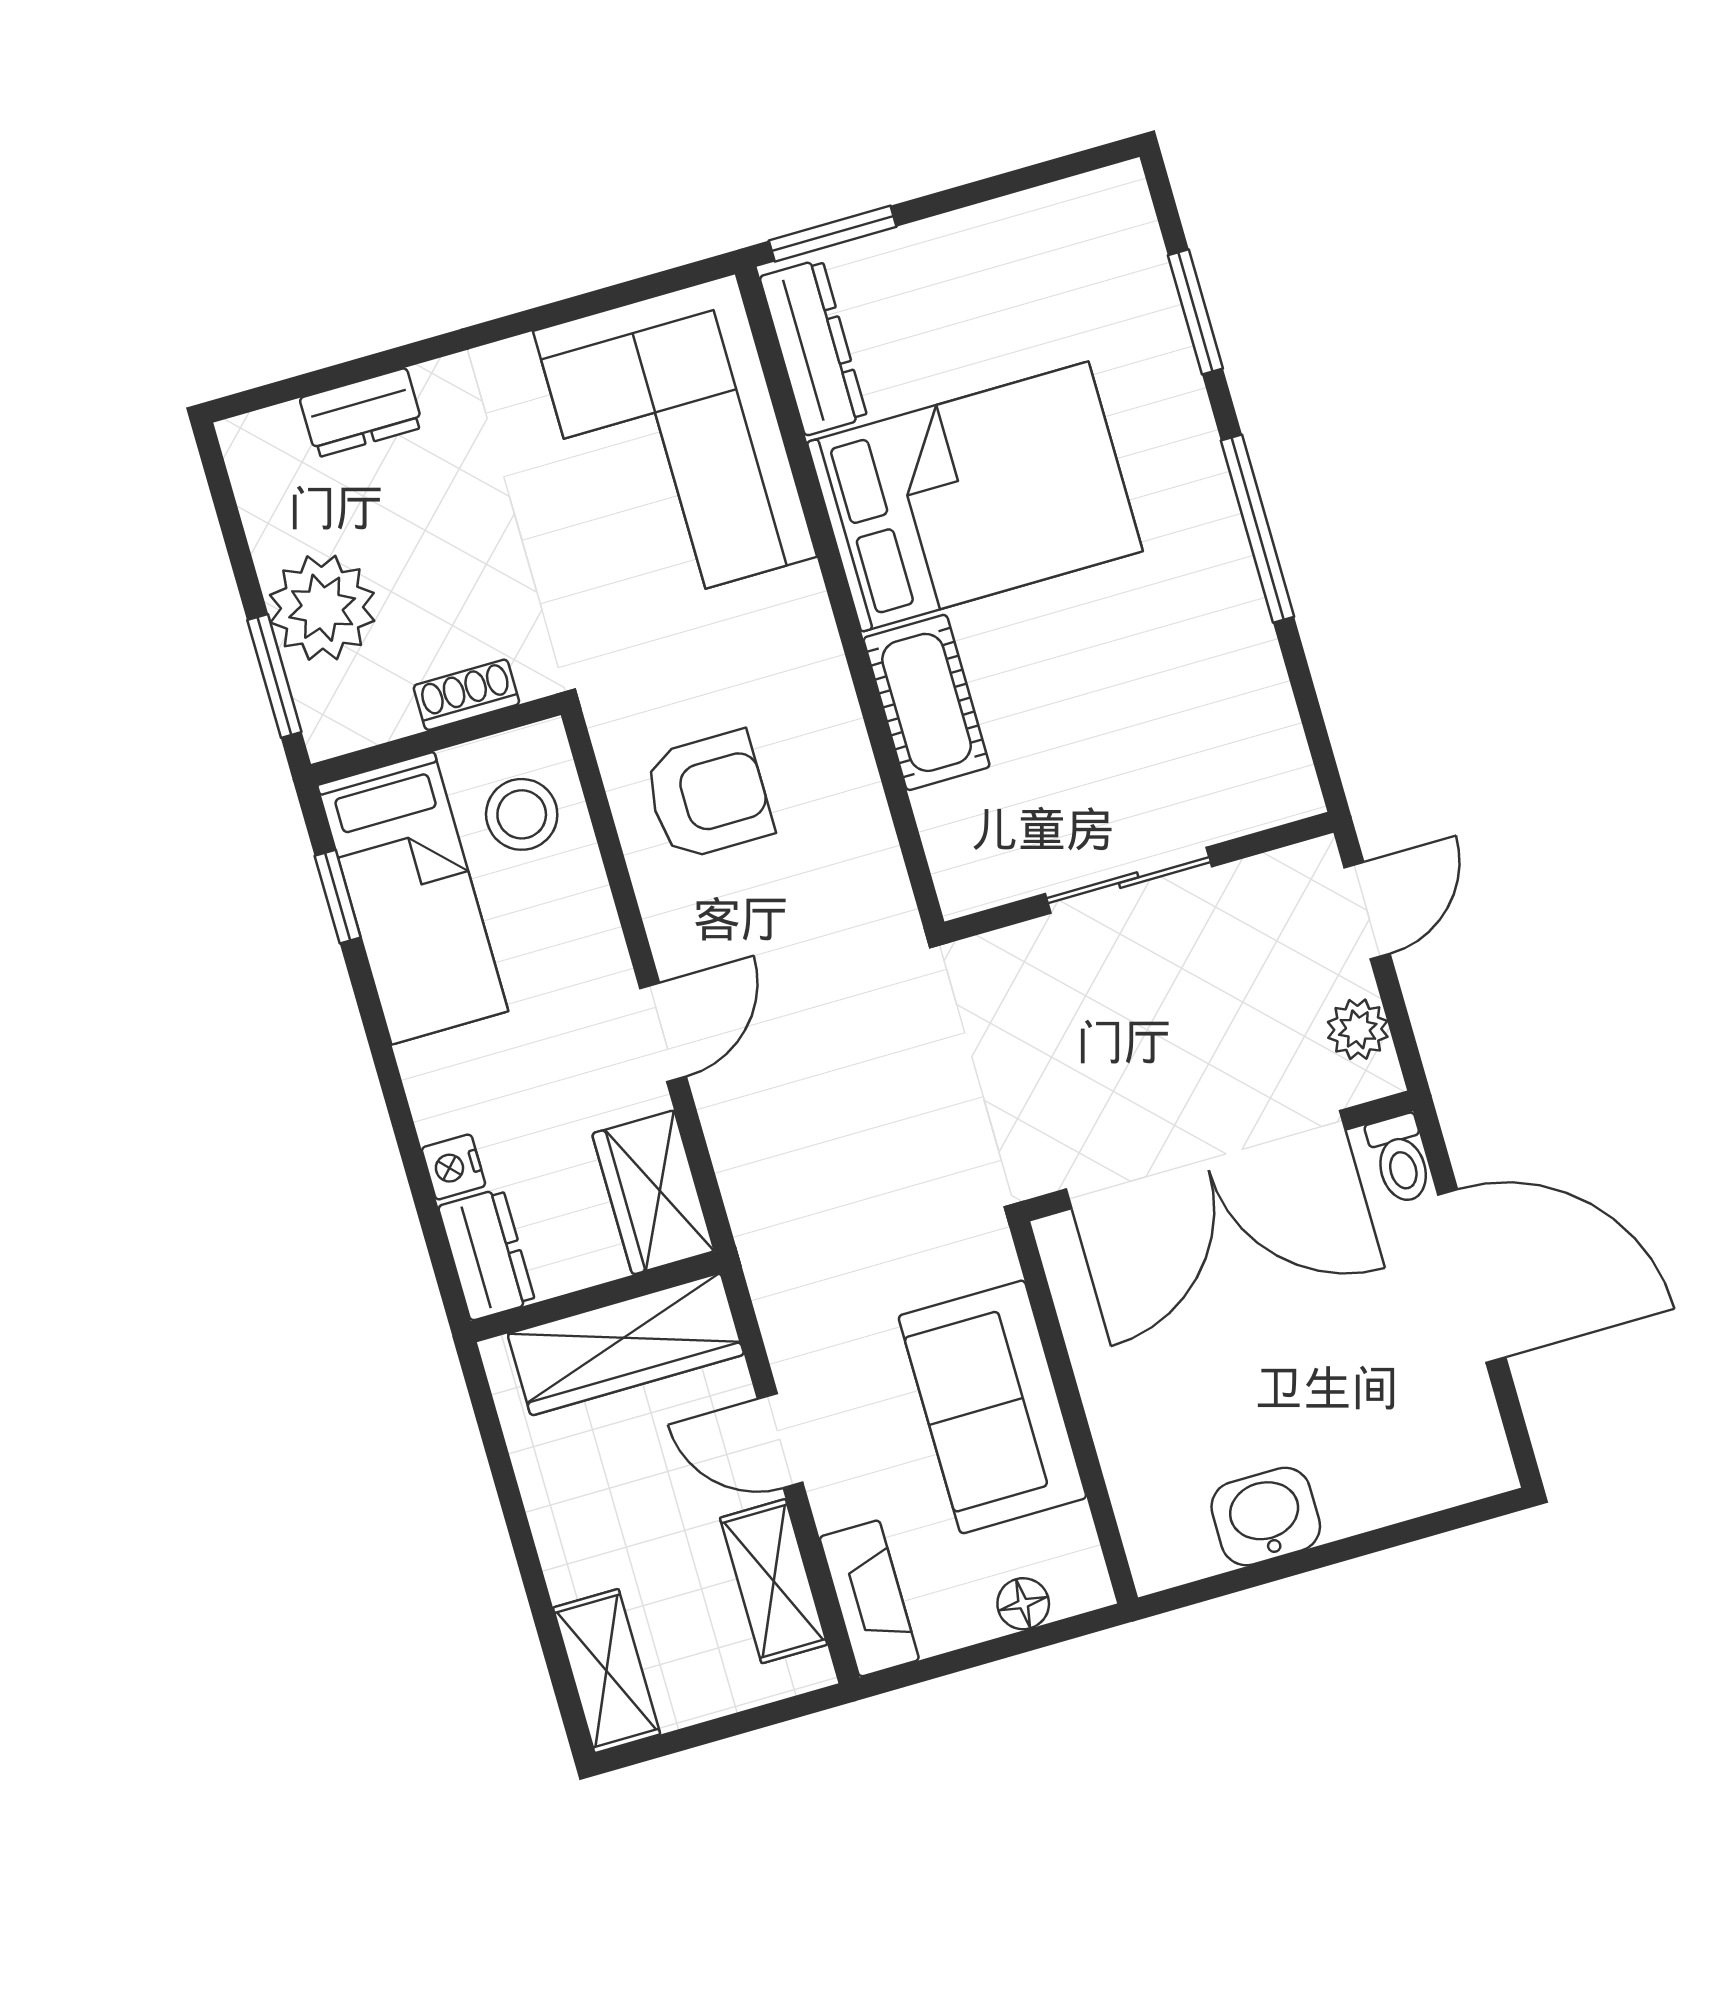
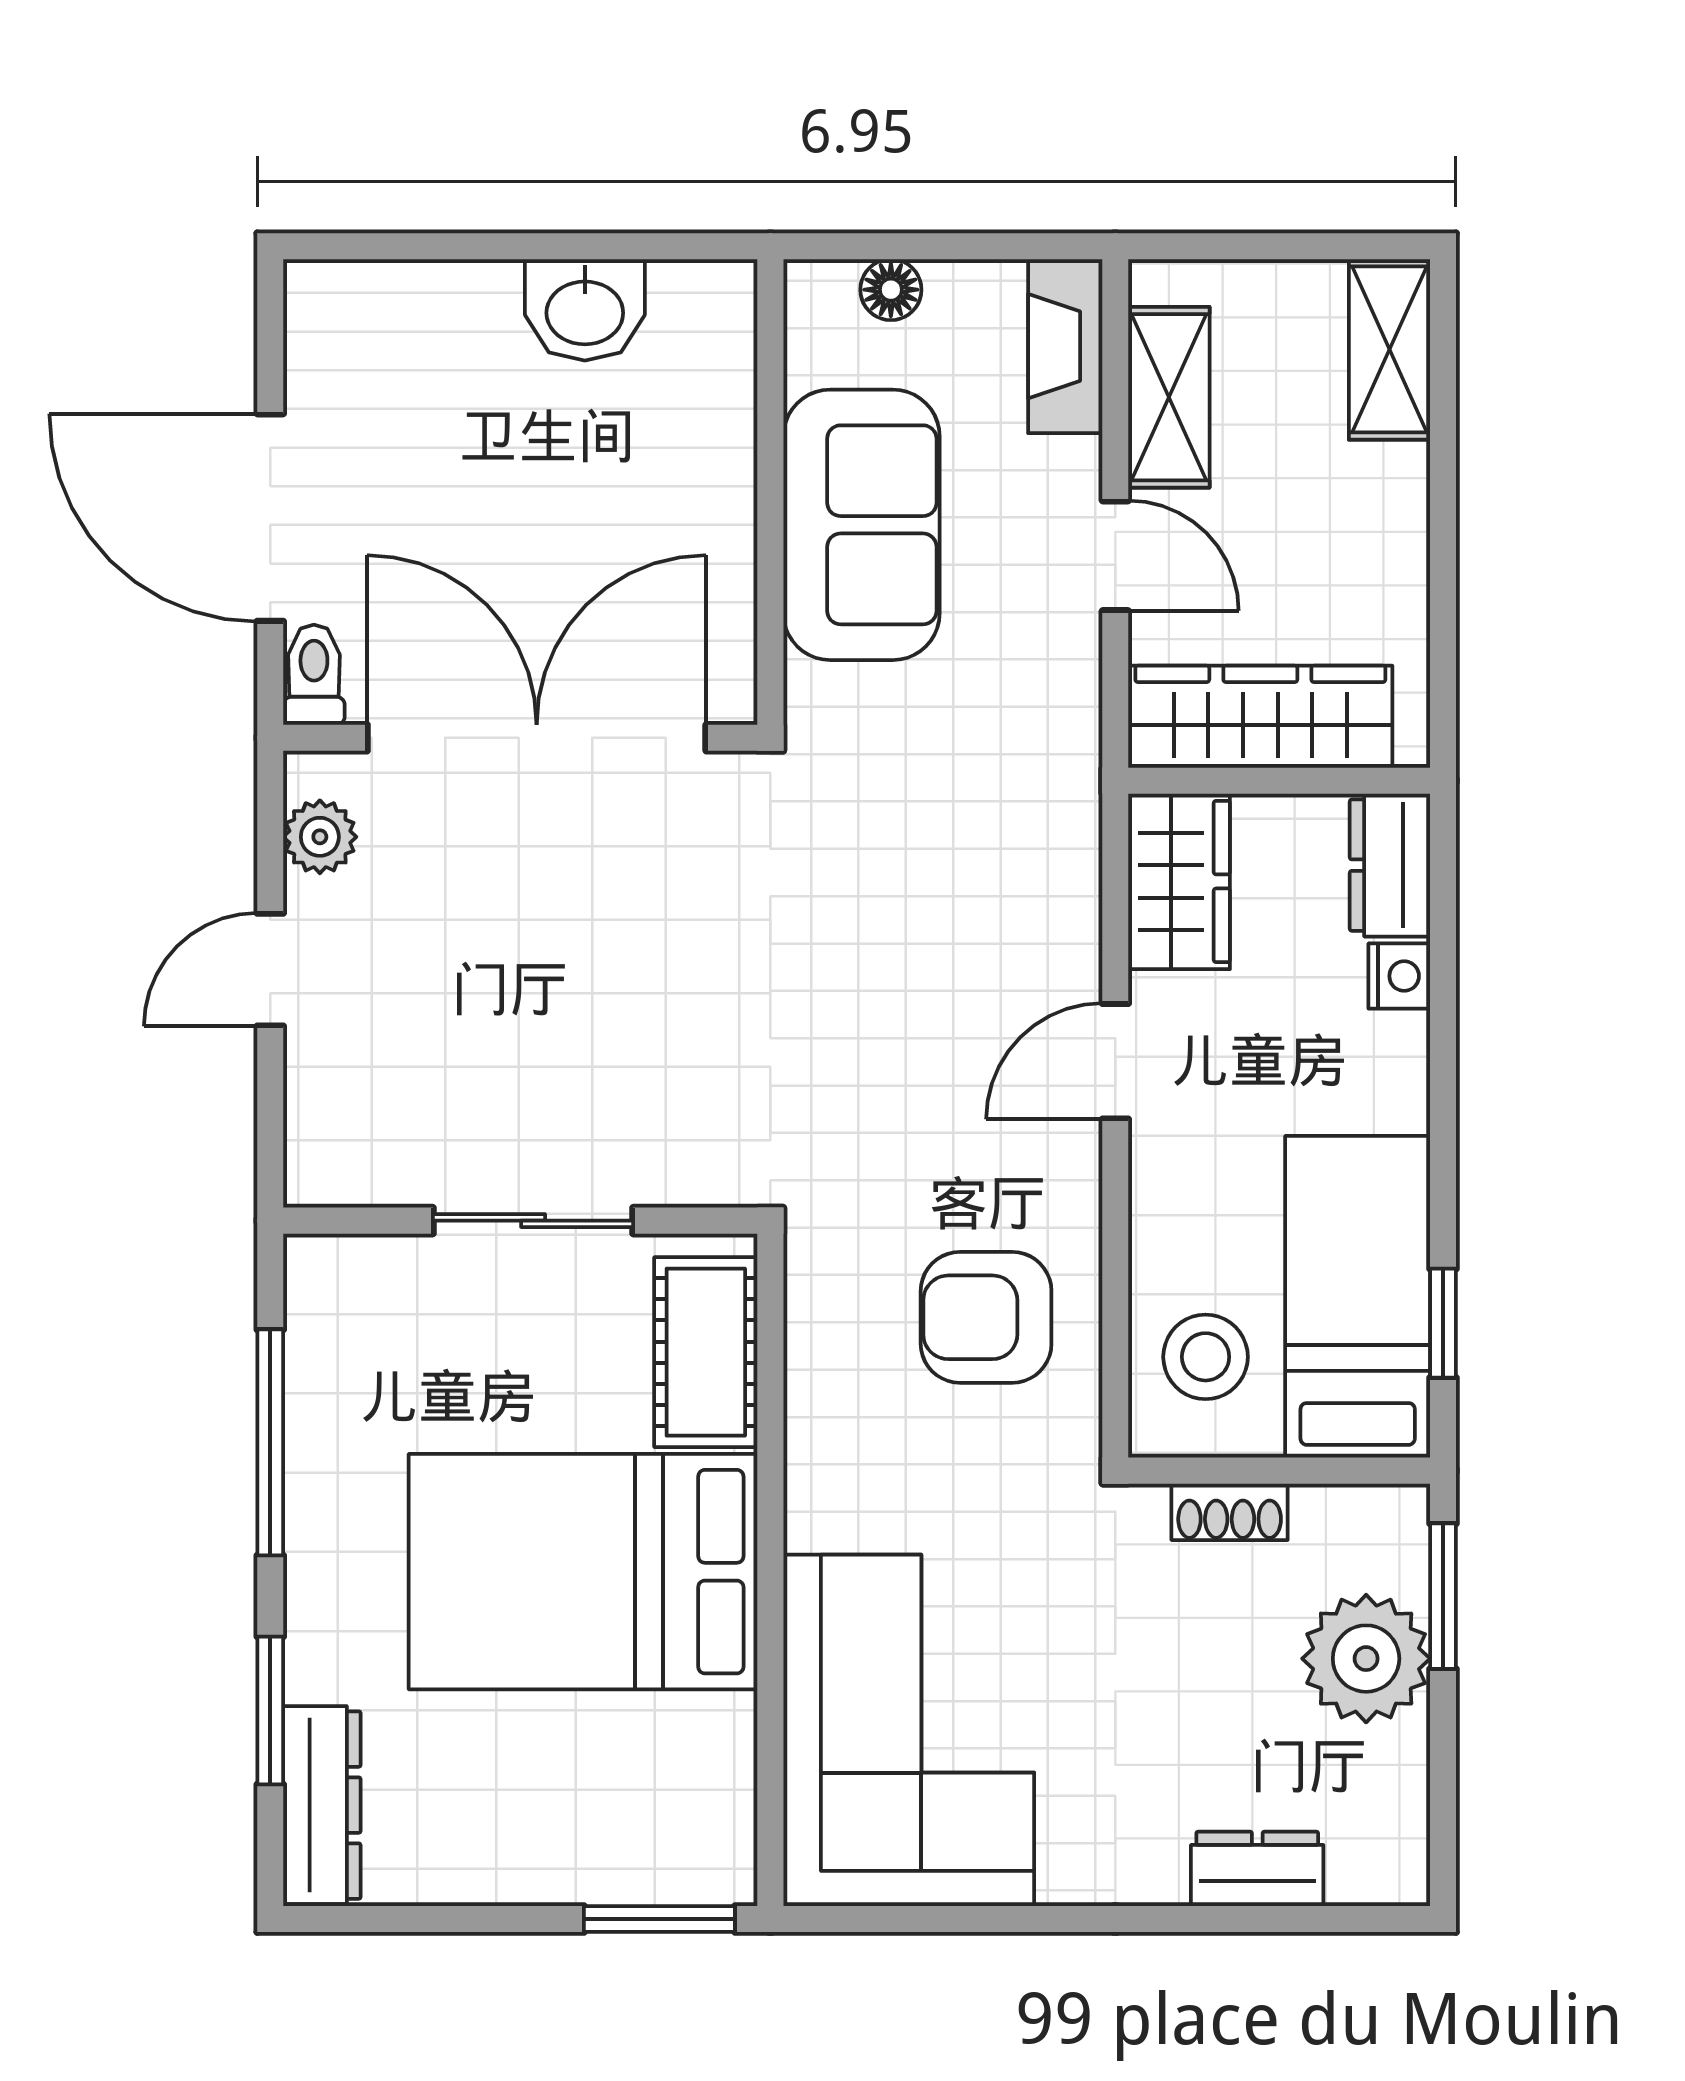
dresser: (813, 347) -> (322, 1805), moved, turned 180
wall: (1139, 877) -> (520, 1221), moved
sliding door: (1129, 880) -> (533, 1221), moved

